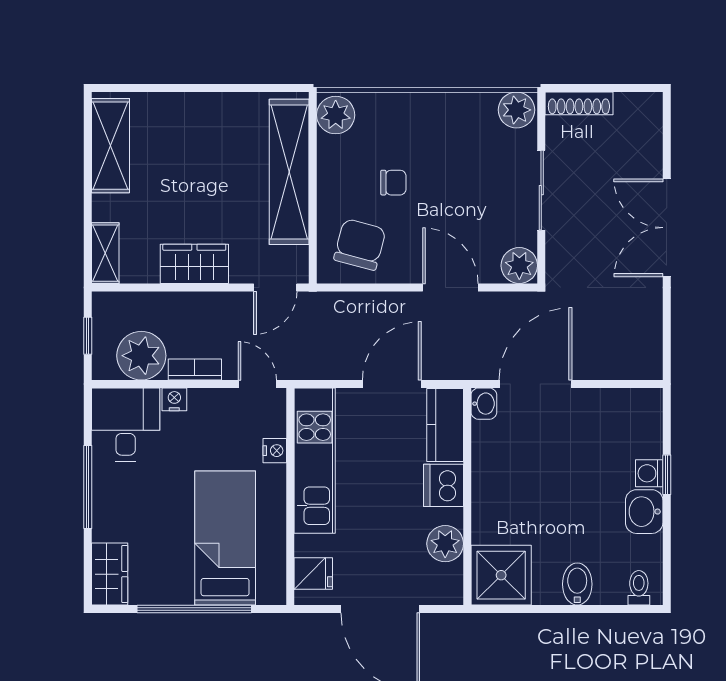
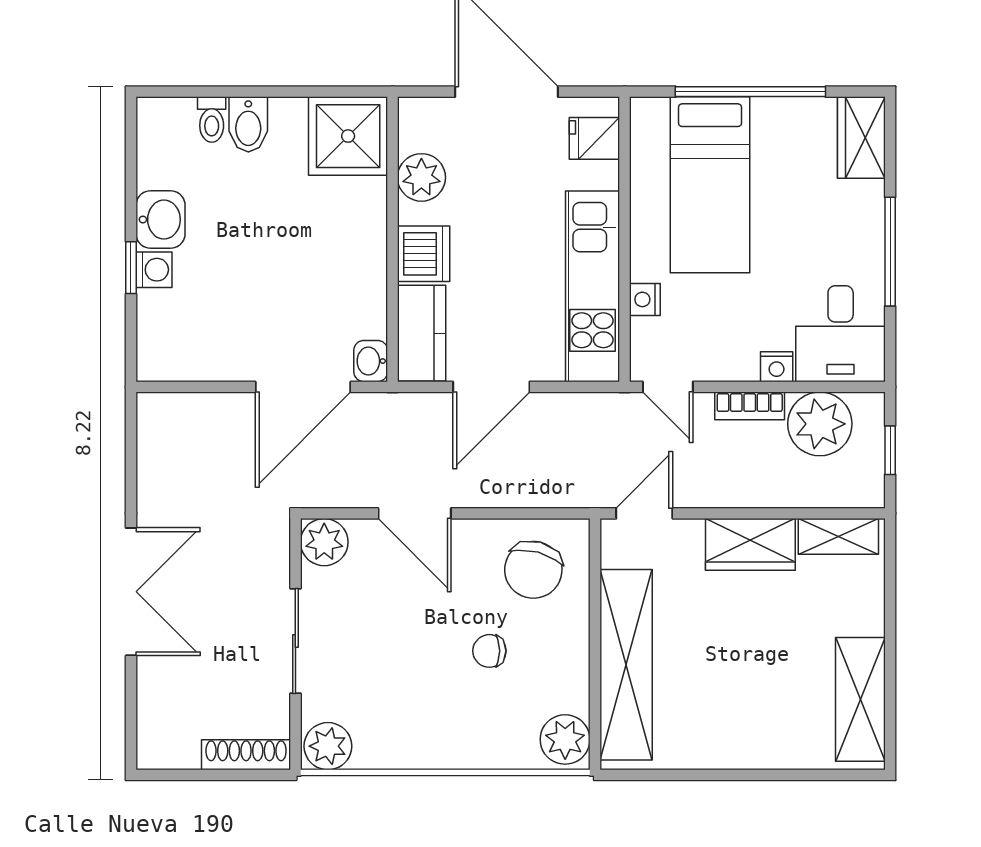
shelving: (105, 253) -> (838, 536), moved, turned 90
toilet: (639, 588) -> (212, 120), moved

